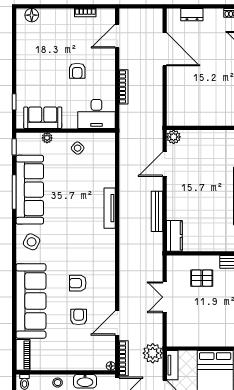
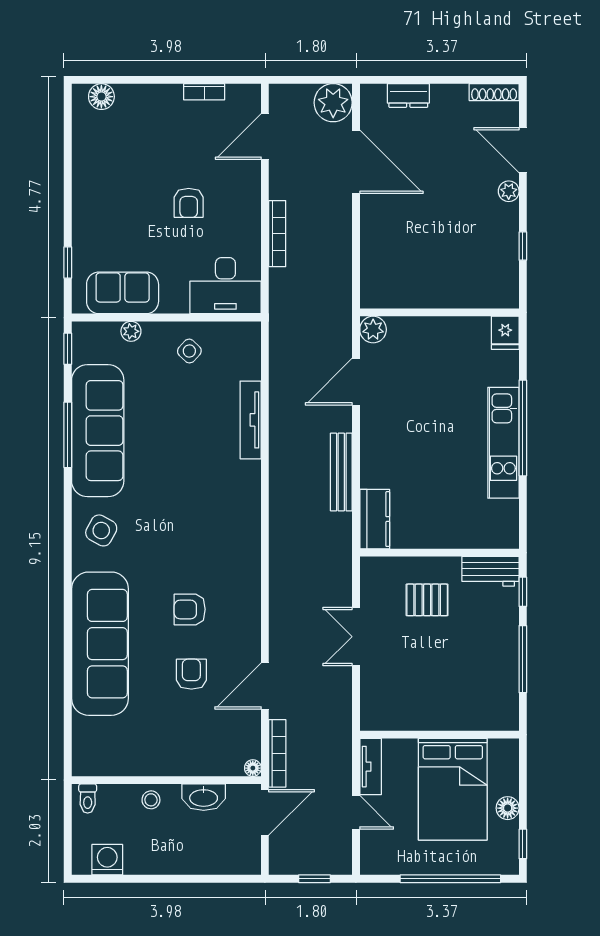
tv unit: (110, 208) -> (251, 420), moved
plant: (153, 353) -> (333, 103), moved
piano: (23, 355) -> (85, 747), removed

